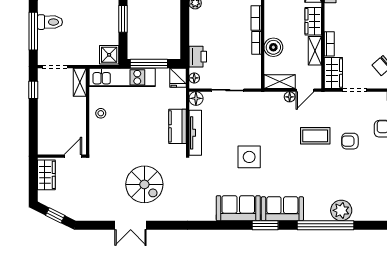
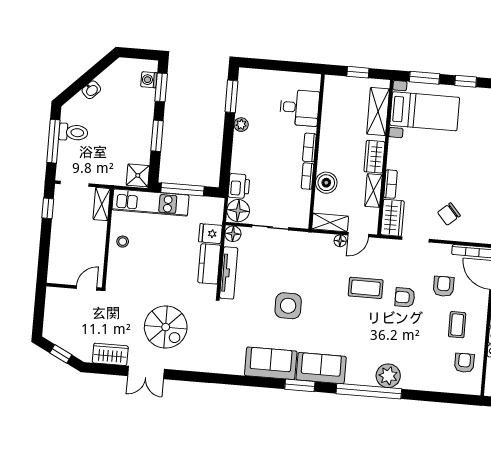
fridge: (178, 78) -> (210, 234), moved, turned 90
floor lamp: (194, 78) -> (238, 211), width x1.89, depth x1.89
wardrobe: (46, 175) -> (110, 354), moved, turned -90

